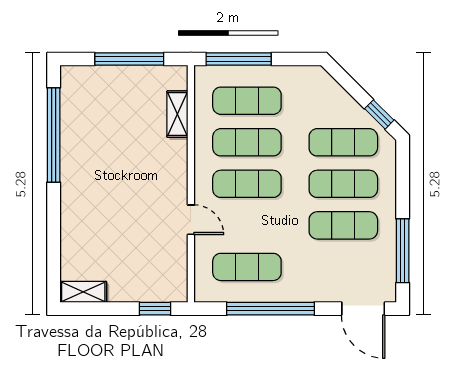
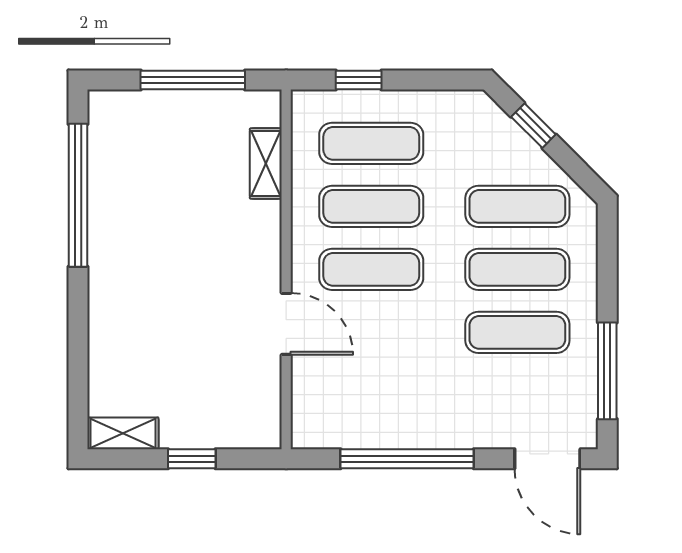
window: (239, 59) -> (359, 80), width x0.46
window: (379, 114) -> (533, 126), moved
door: (191, 220) -> (286, 324), width x1.38
exercise mat: (247, 267) -> (371, 395), removed
window: (155, 309) -> (192, 459), moved

